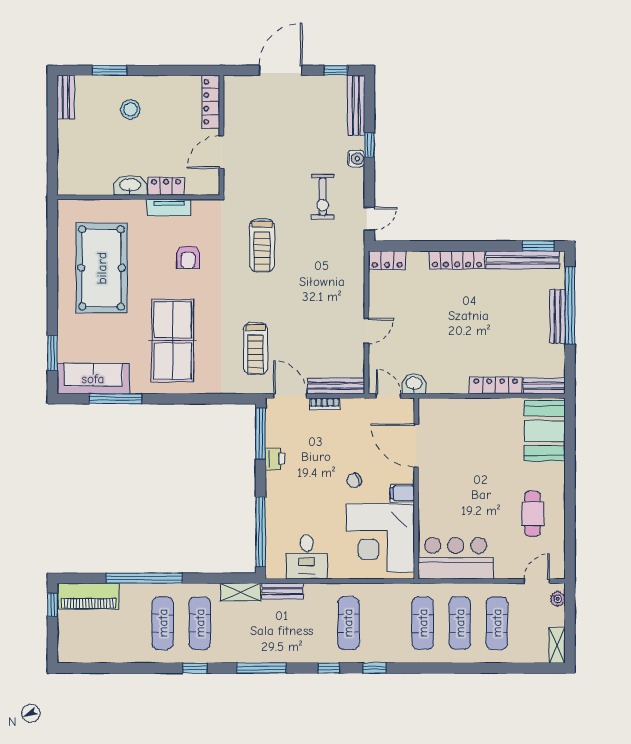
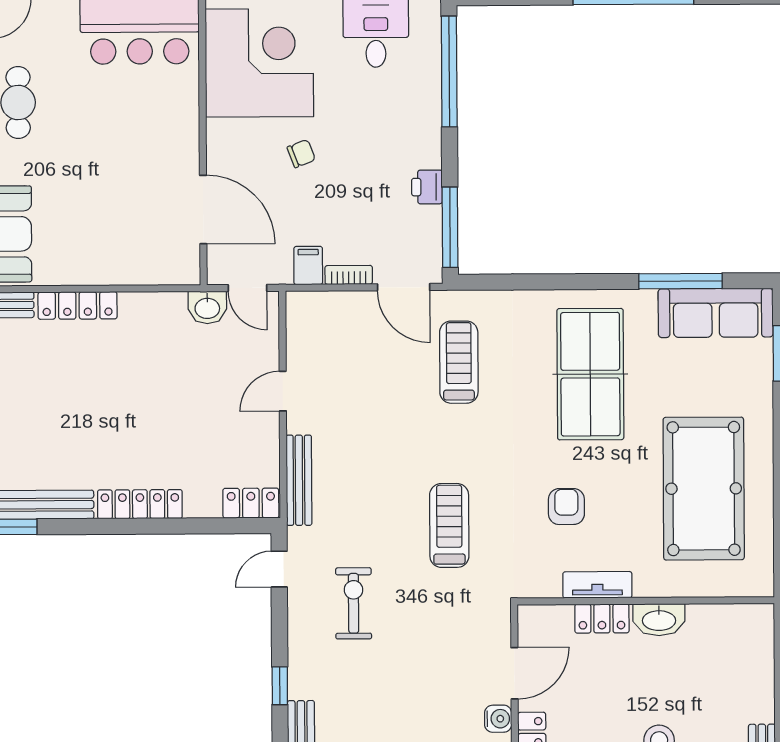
water cooler: (356, 159) -> (498, 719), moved, turned 180
bench: (336, 386) -> (299, 480), moved, turned 90
filing cabinet: (402, 493) -> (308, 265), moved, turned -90

